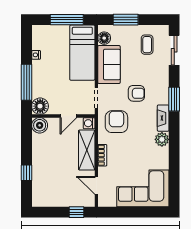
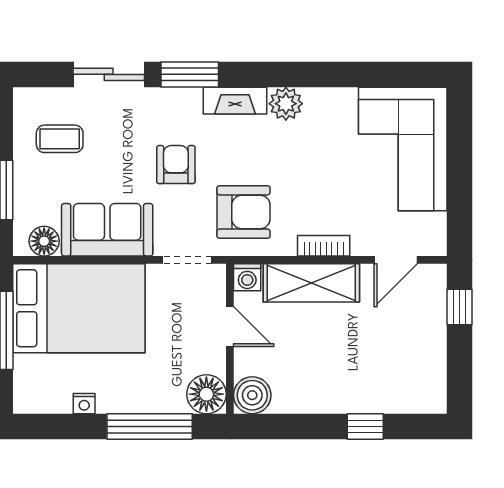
sliding door: (174, 50) -> (109, 74), moved
bed: (82, 53) -> (79, 308), width x1.50
armchair: (116, 122) -> (244, 212), turned 180

